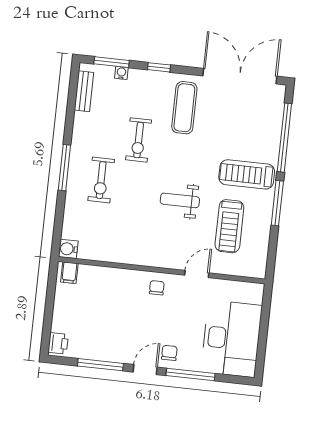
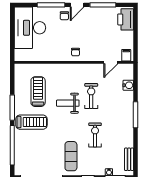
exercise bike: (101, 180) -> (91, 96), moved
weight bench: (180, 200) -> (68, 103), turned 180
water cooler: (68, 249) -> (128, 85), moved
door: (197, 274) -> (111, 62), moved
printer: (58, 343) -> (126, 19), width x1.87, depth x1.48

